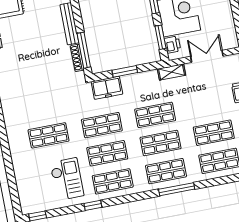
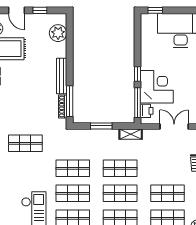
window: (160, 37) -> (137, 103), width x1.44
shelving: (171, 72) -> (131, 134), moved
freezer: (107, 88) -> (83, 137), removed
shop shelf: (49, 135) -> (25, 143), moved

